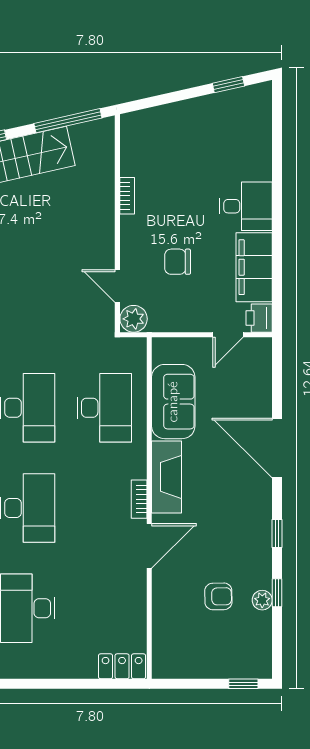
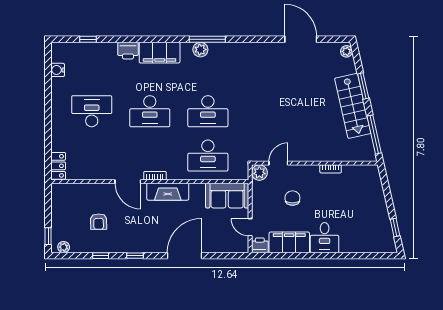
sofa: (173, 402) -> (227, 196), moved
plant: (262, 600) -> (64, 247), moved

